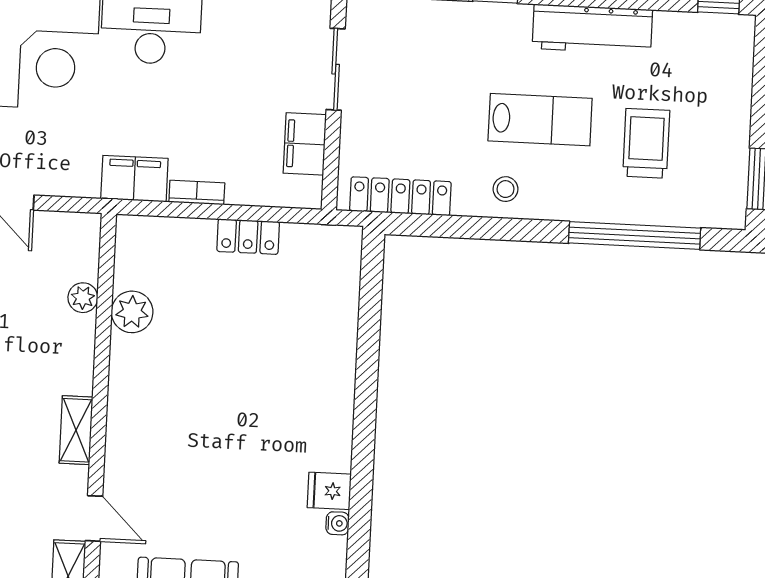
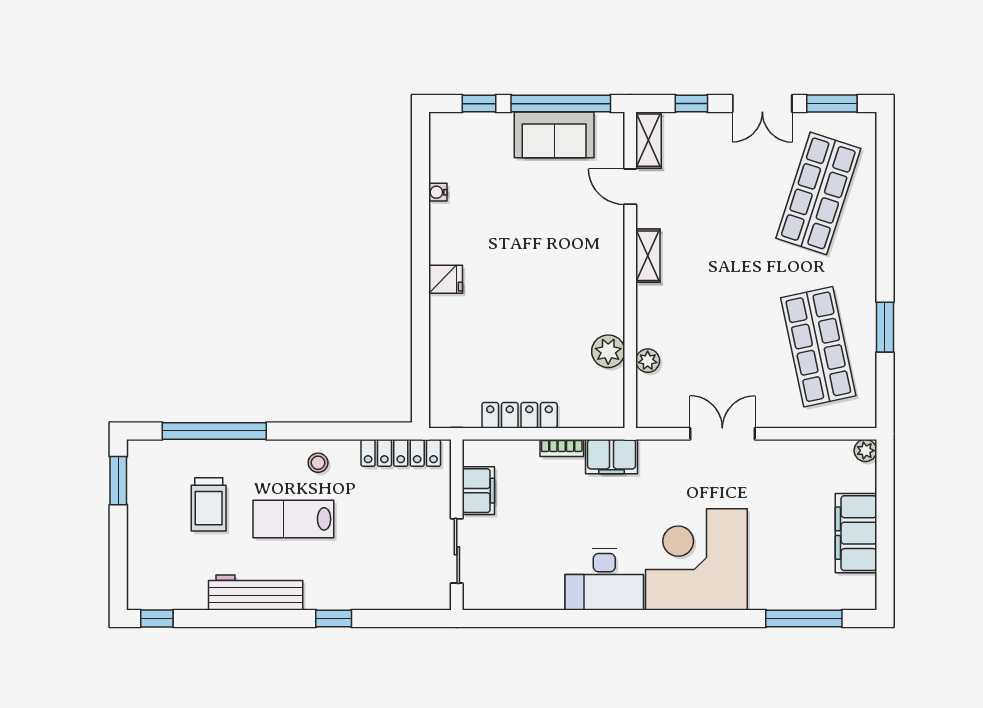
locker: (248, 237) -> (520, 415), width x1.53
fridge: (329, 491) -> (446, 279), moved

